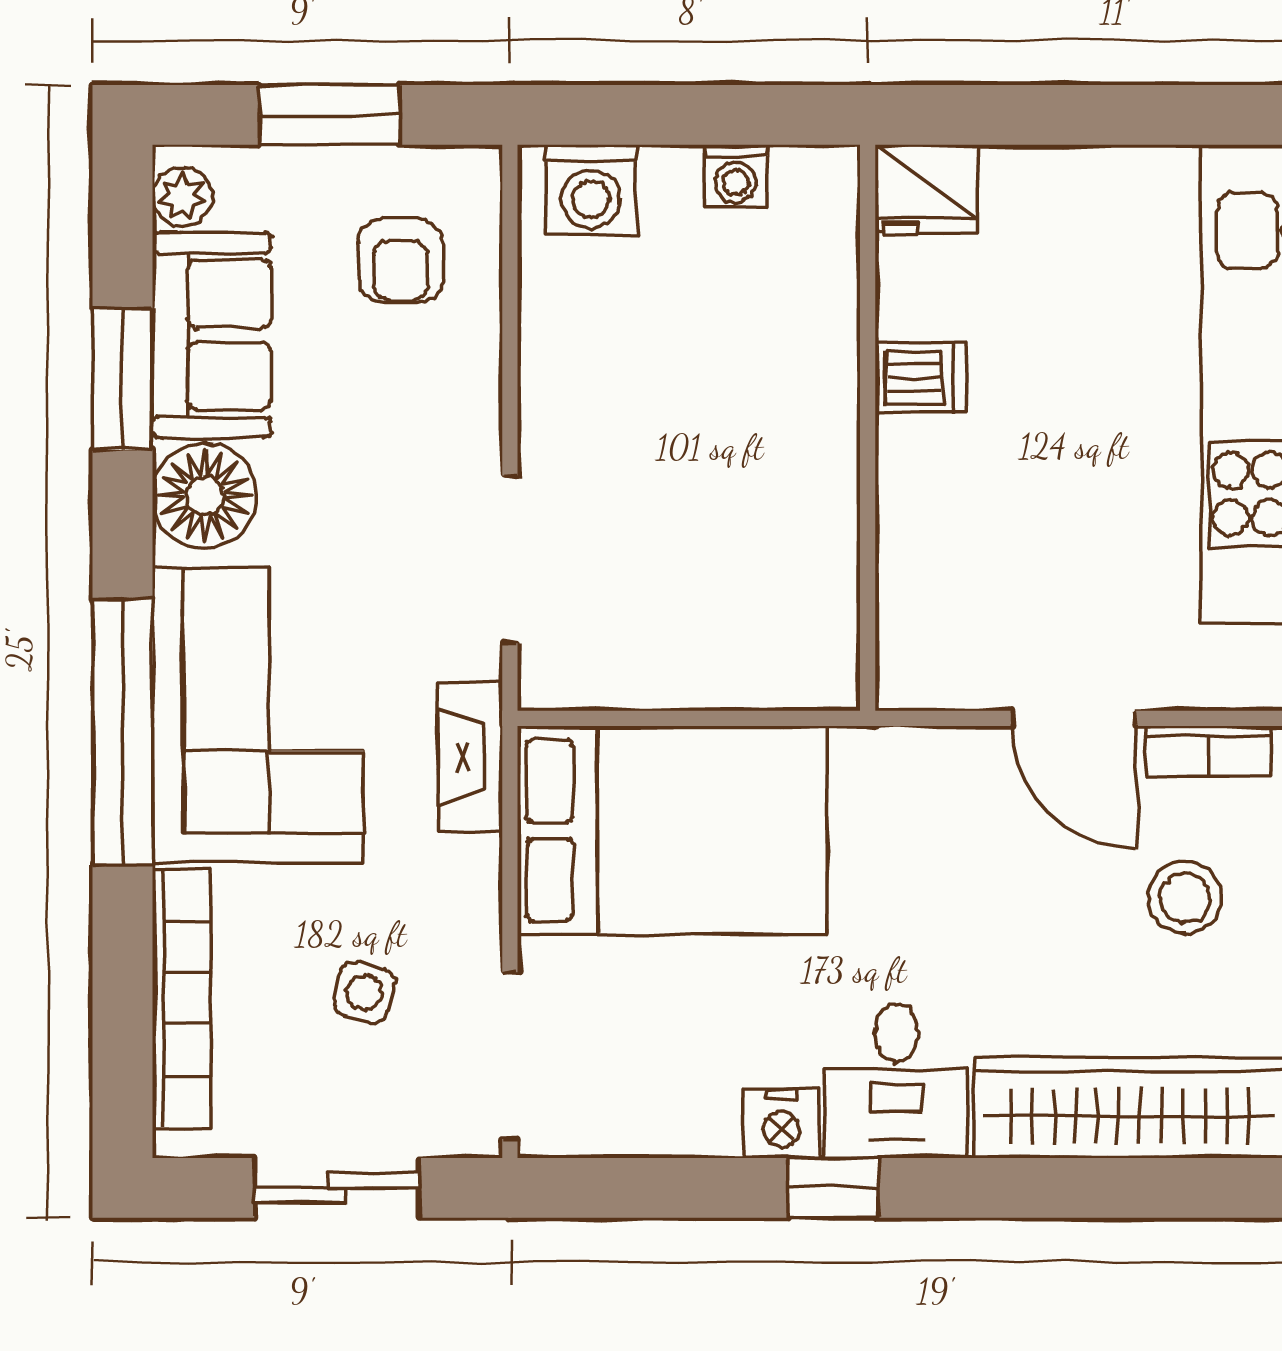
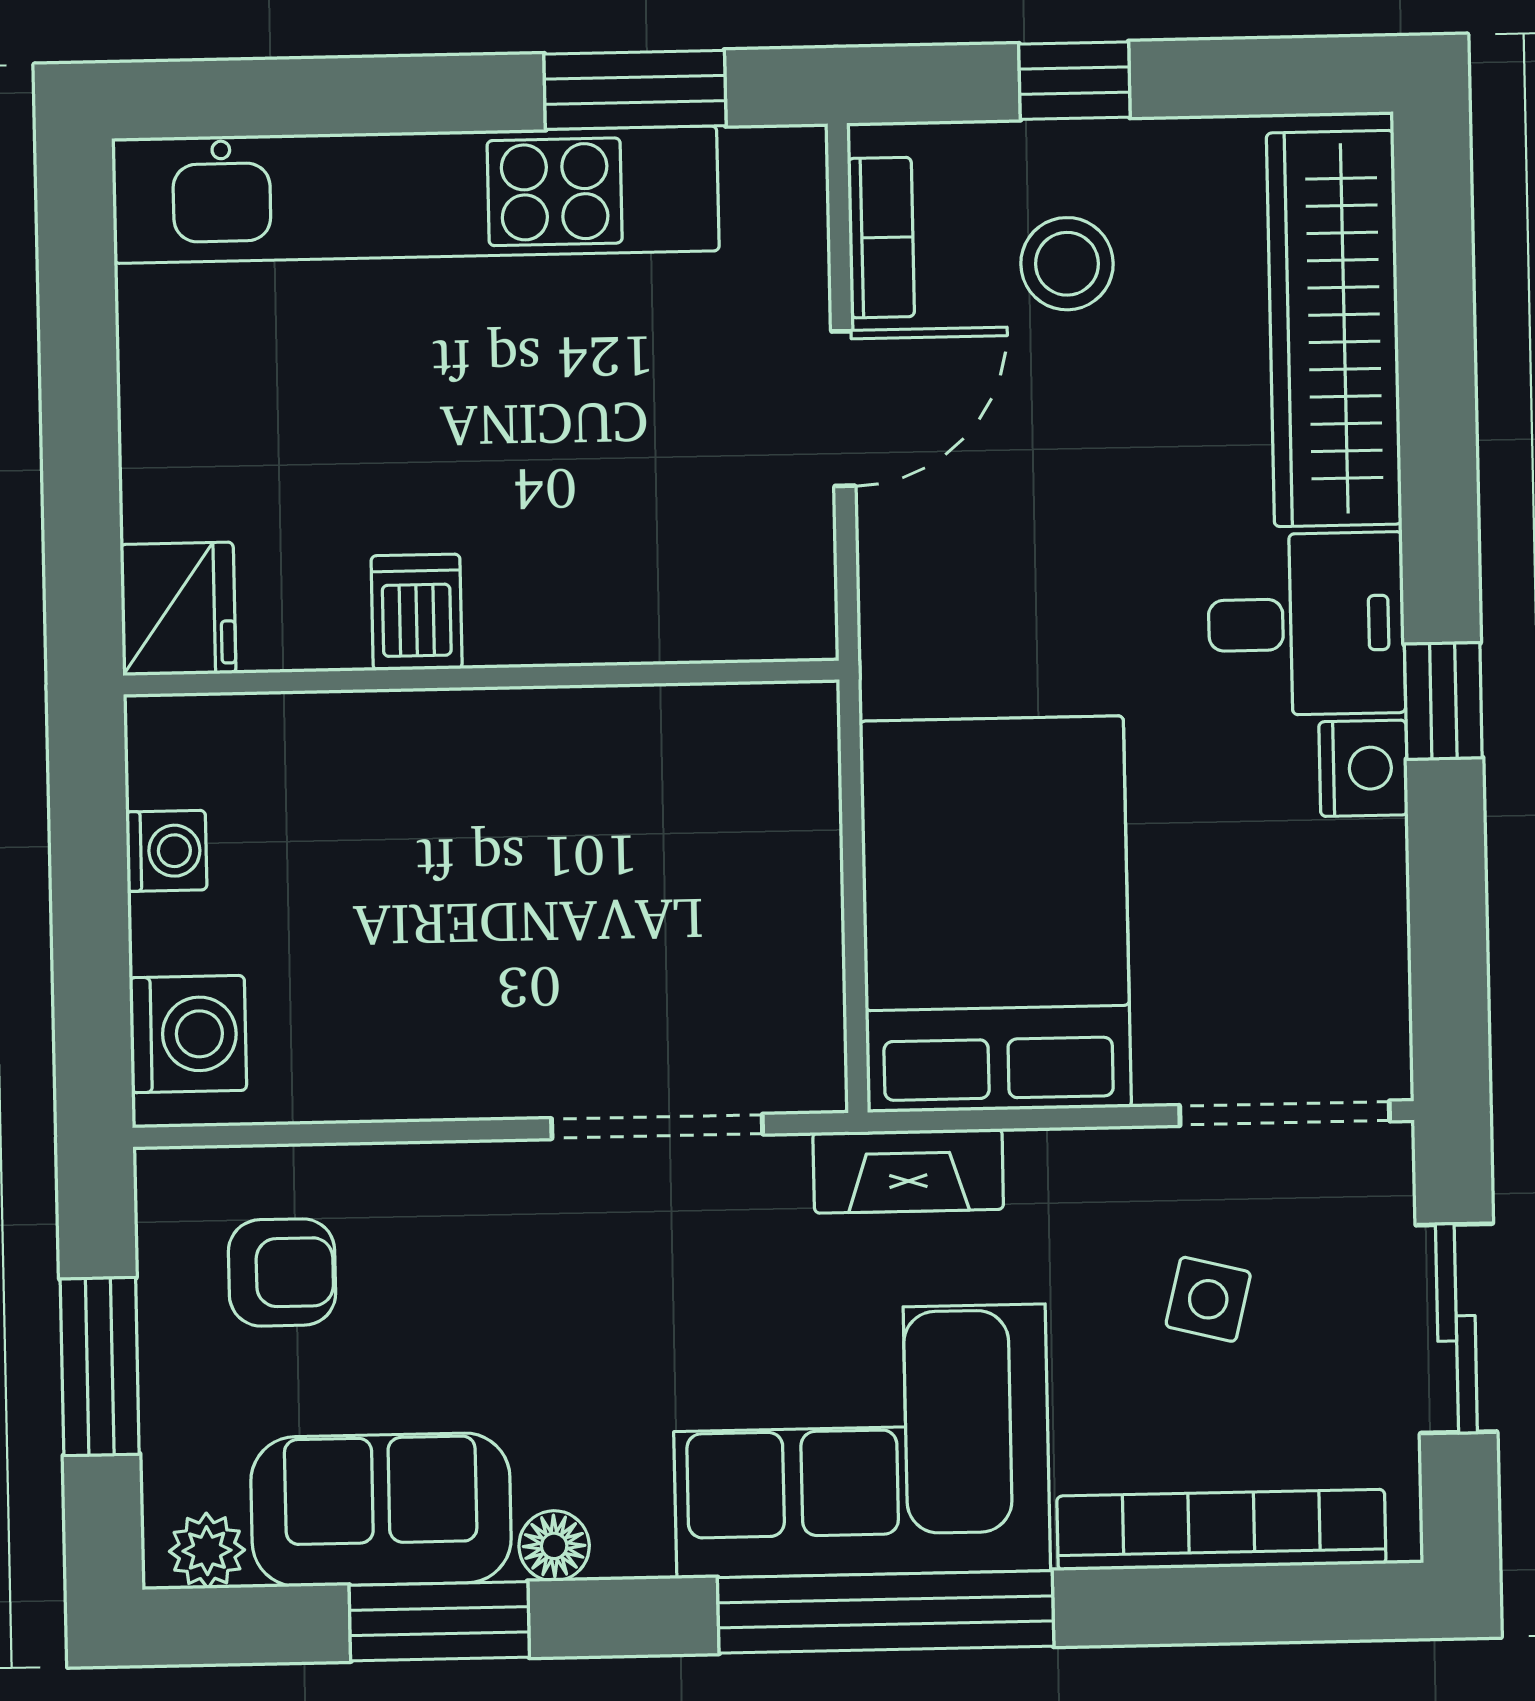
floor lamp: (205, 496) -> (554, 1546), width x0.53, depth x0.53

